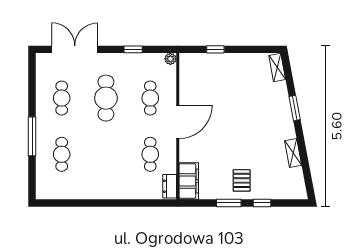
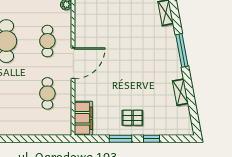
window: (295, 108) -> (182, 50), width x1.44
pallet: (242, 180) -> (132, 118), turned 90
dresser: (170, 186) -> (65, 123), removed

